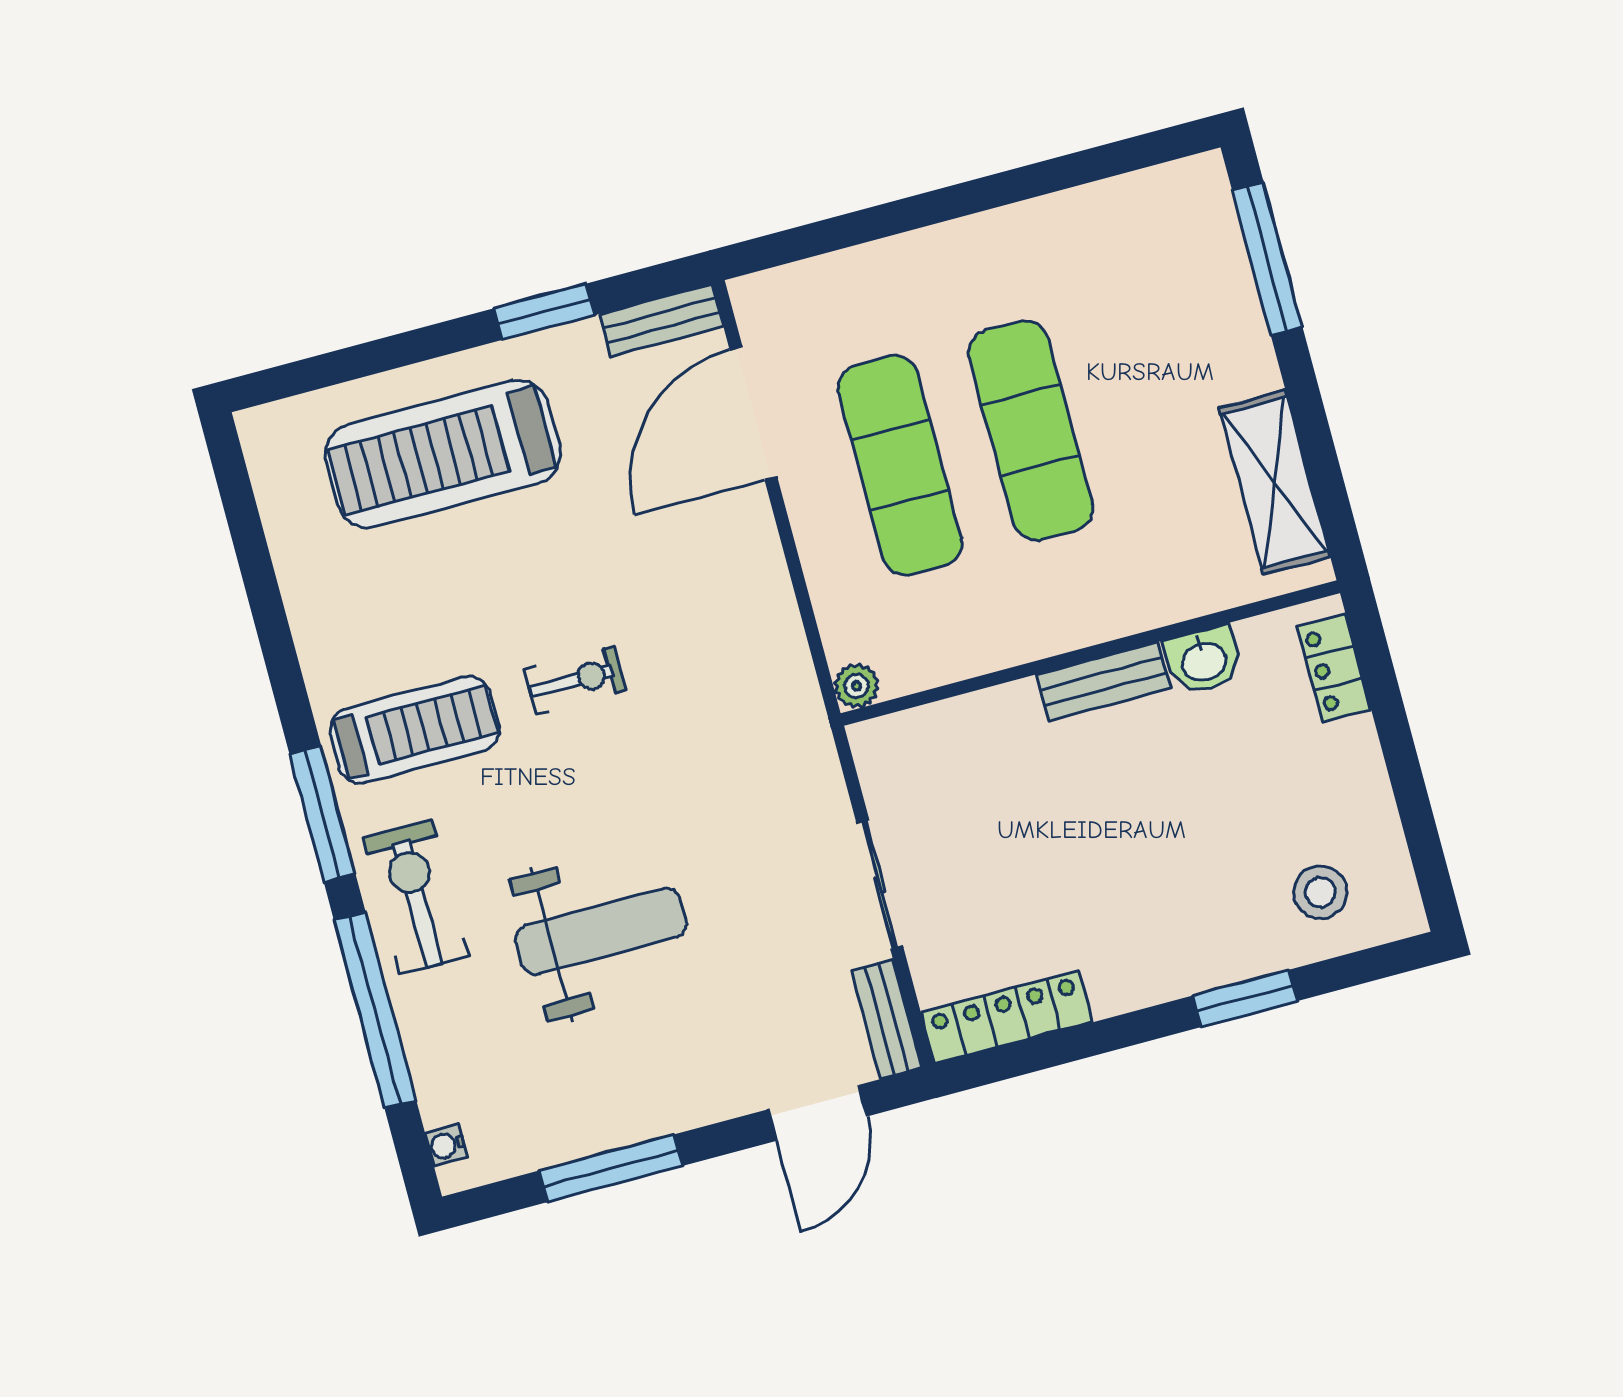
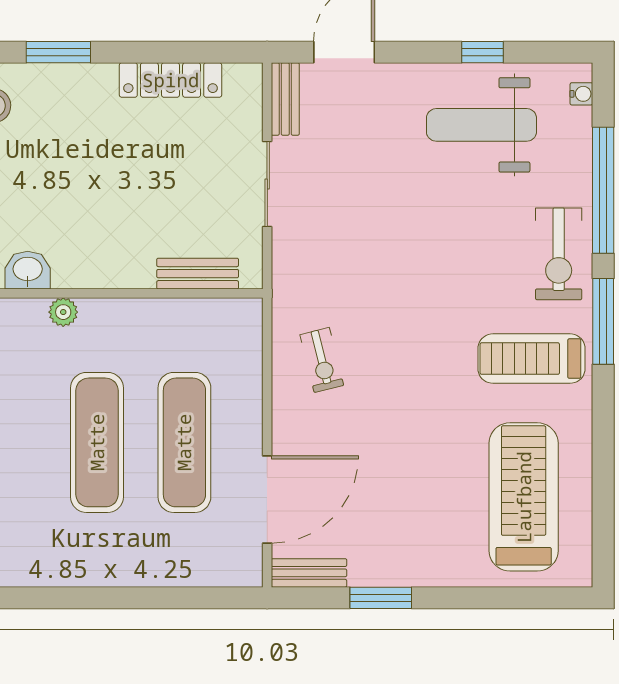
treadmill: (443, 454) -> (524, 497), moved, turned -90
exercise bike: (575, 680) -> (322, 360), moved, turned -104
bench: (1103, 681) -> (198, 274), moved
plant: (856, 686) -> (63, 312), moved
weight bench: (601, 931) -> (481, 125), moved
locker: (1007, 1017) -> (171, 80), moved
window: (611, 1168) -> (483, 52), width x0.46

